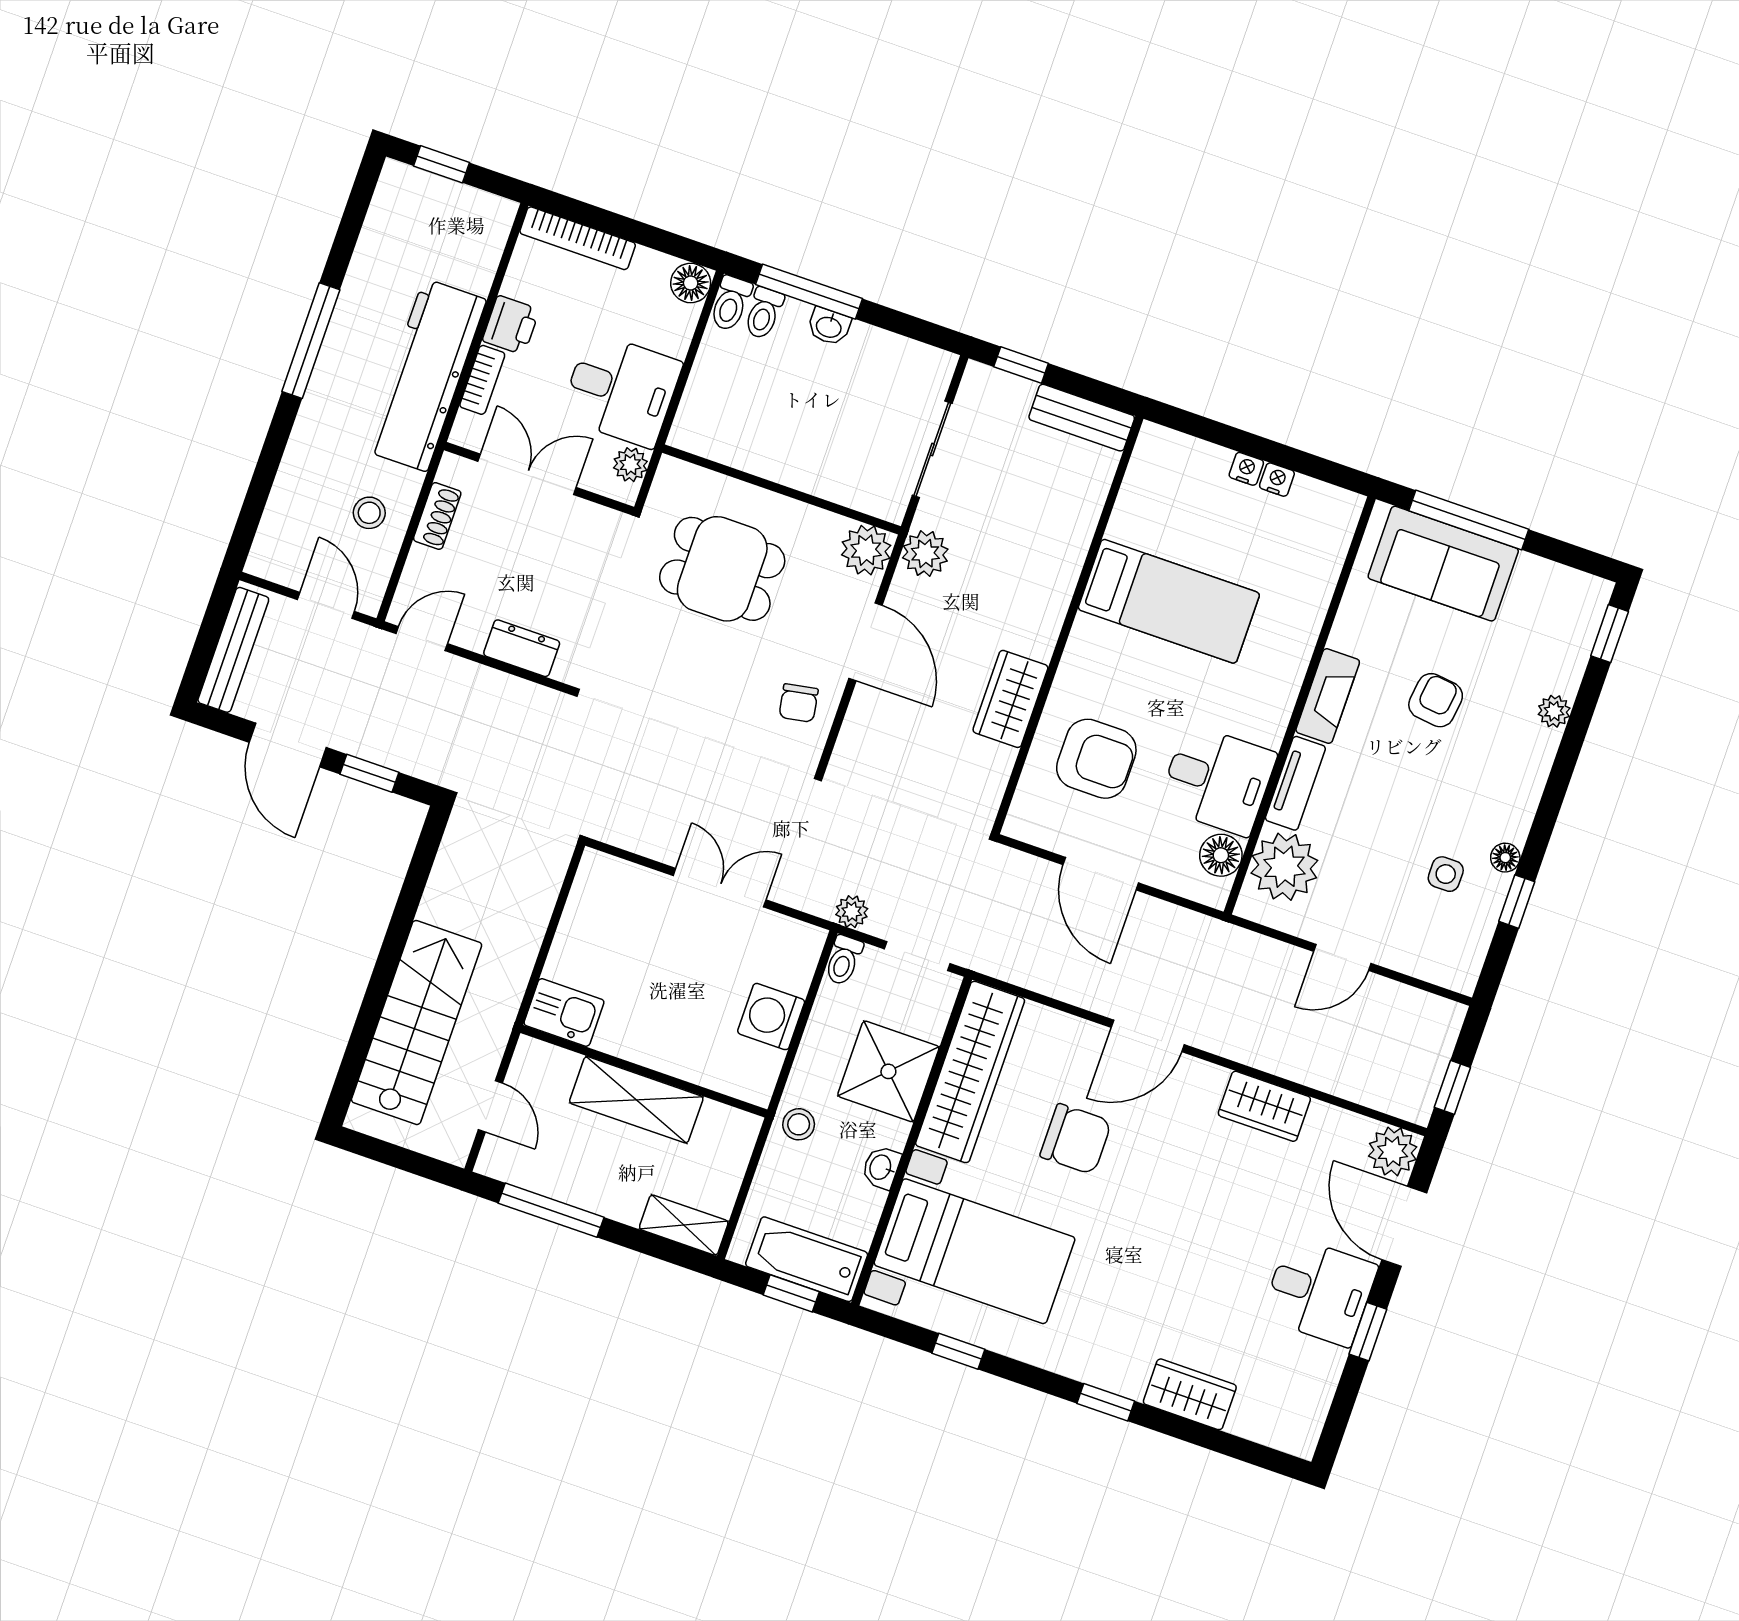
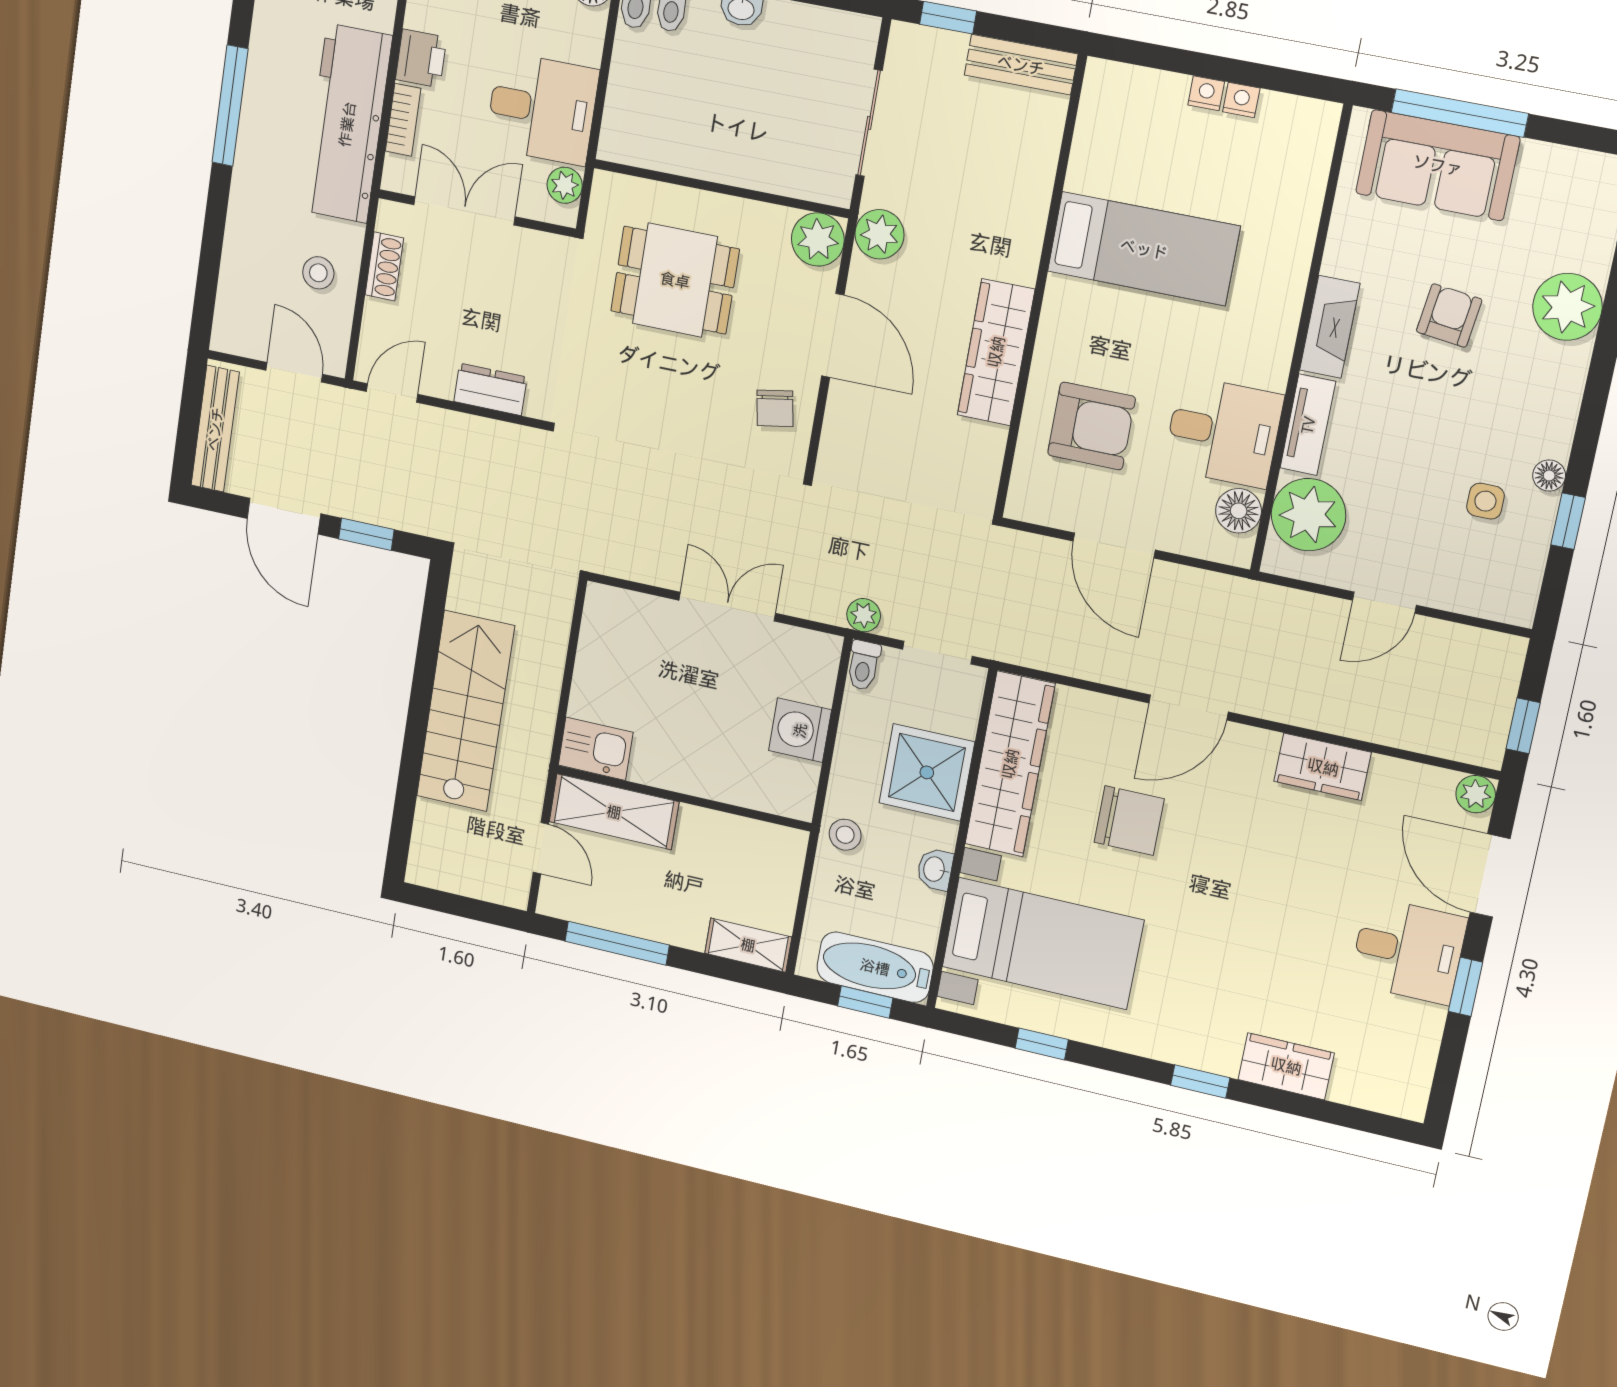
wardrobe: (1010, 699) -> (996, 352), width x1.50
plant: (1554, 711) -> (1567, 307), width x1.87, depth x1.87
stairs: (417, 1023) -> (465, 711), moved
shelving: (636, 1100) -> (614, 812), moved
plant: (1393, 1151) -> (1476, 794), width x0.73, depth x0.73

